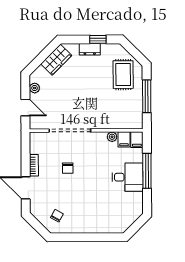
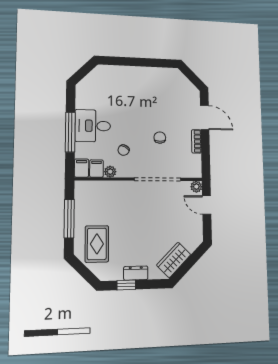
plant: (35, 88) -> (196, 187), moved
chair: (57, 216) -> (124, 150), moved

